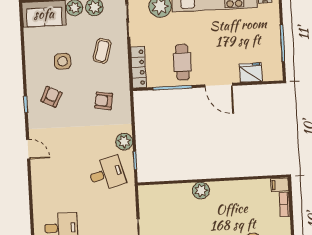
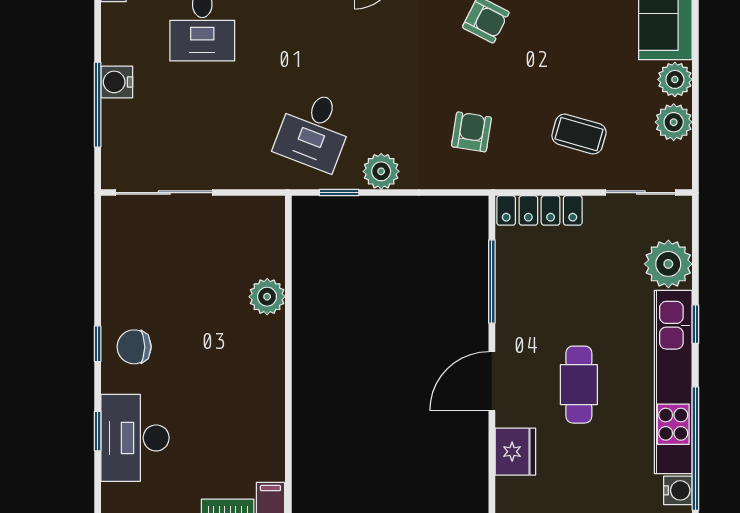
side table: (63, 61) -> (561, 48), removed
cafe table: (182, 62) -> (579, 385), moved, turned 90
desk: (107, 174) -> (314, 130), turned 36
plant: (201, 191) -> (267, 297), moved

